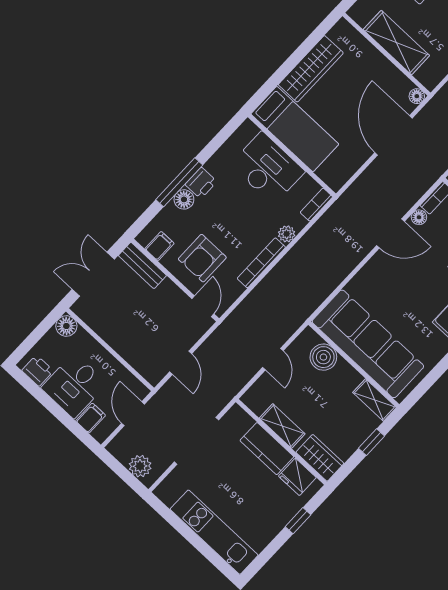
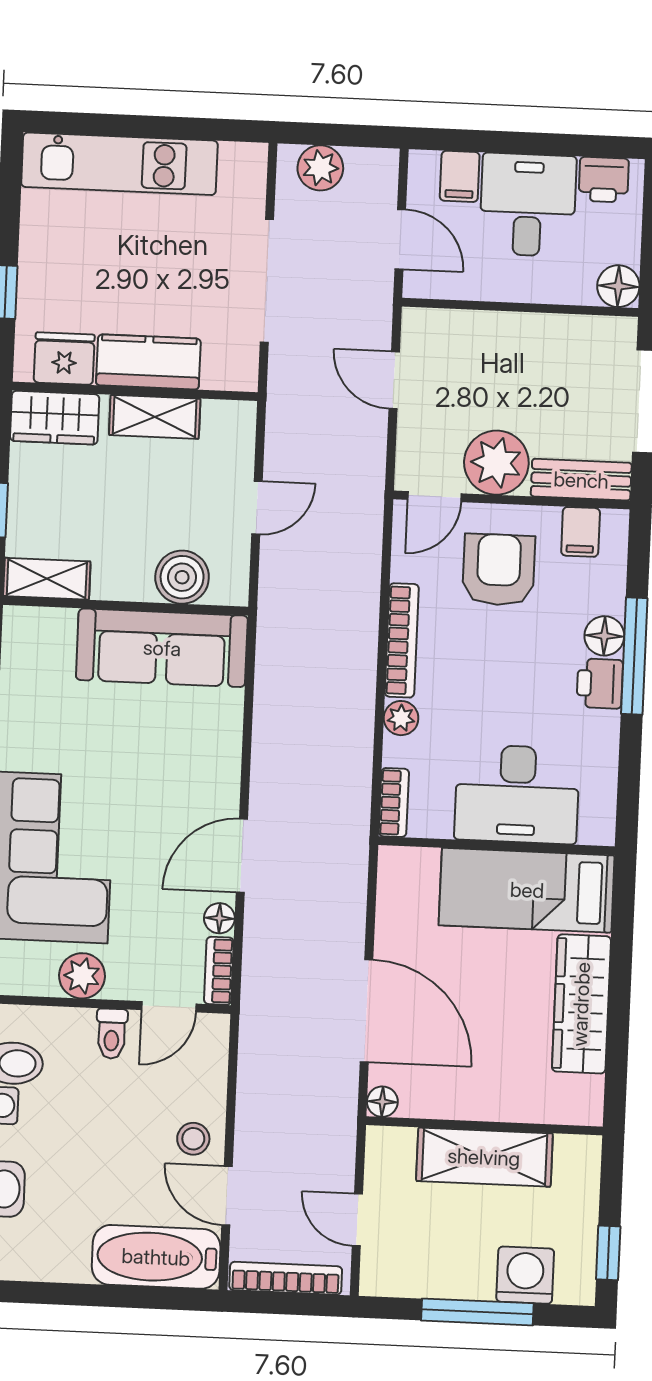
plant: (169, 299) -> (496, 463), added
door: (203, 306) -> (434, 497), hinge flipped
sofa: (368, 344) -> (162, 648), width x0.74, depth x0.79
door: (273, 359) -> (257, 508), swing flipped

